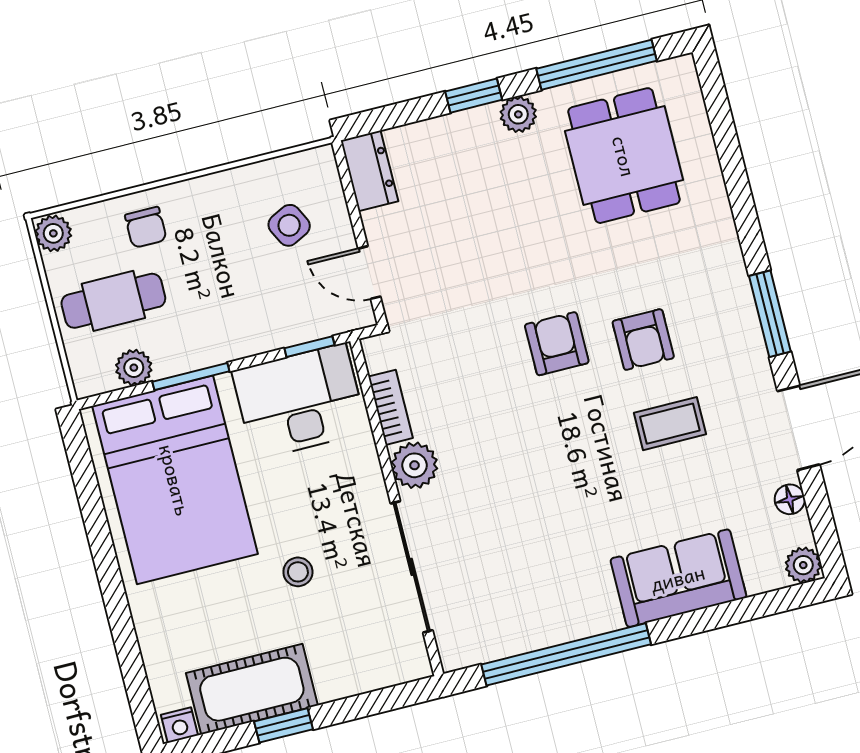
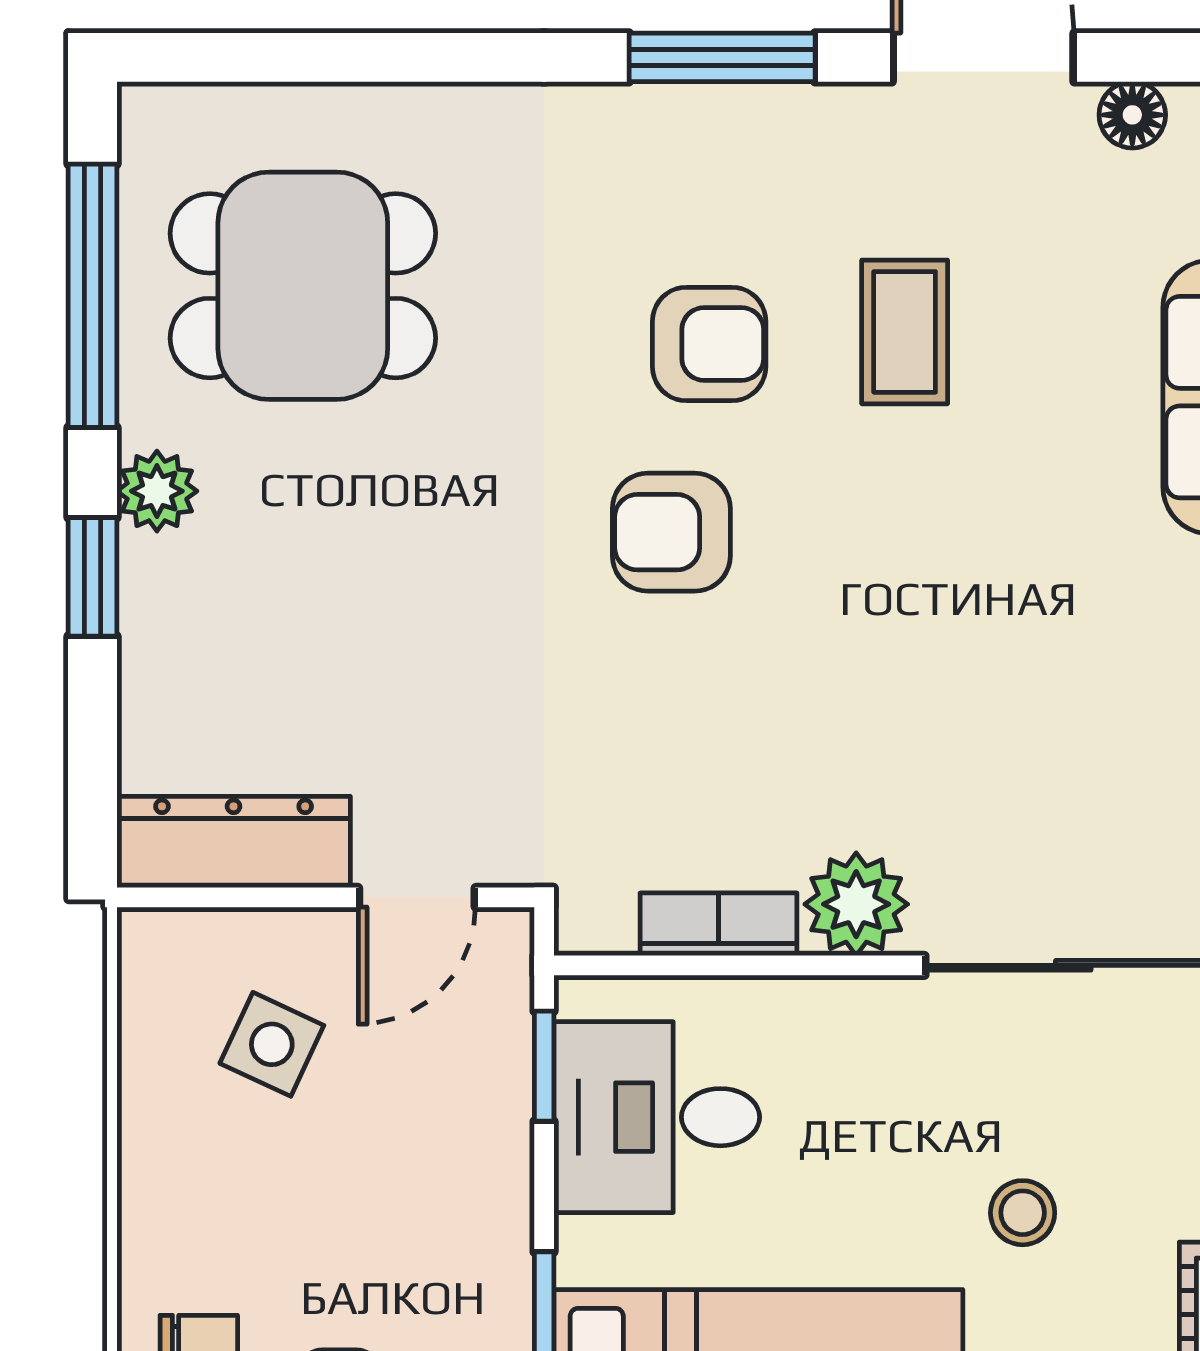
dresser: (369, 171) -> (234, 842), width x1.44
side table: (289, 225) -> (272, 1044), turned -38
desk: (300, 401) -> (657, 1117), width x0.73

